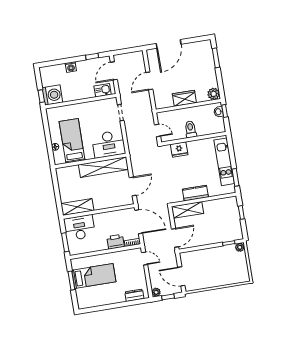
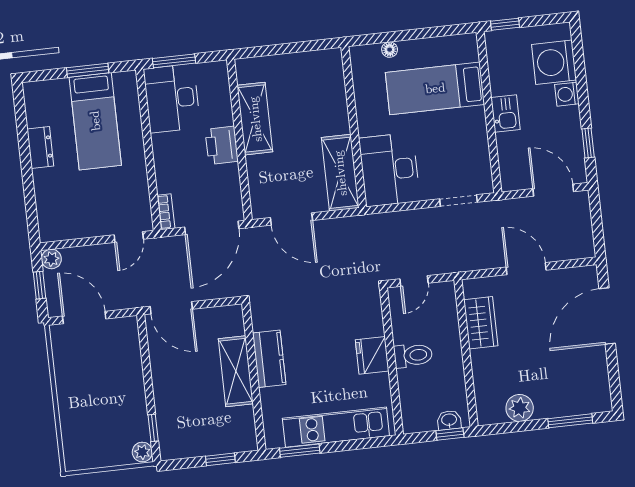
door: (169, 44) -> (607, 316), hinge flipped
kitchen sink: (103, 90) -> (506, 114), moved
plant: (214, 94) -> (520, 408), moved
washing machine: (52, 95) -> (554, 62), moved, turned 90
wardrobe: (184, 98) -> (481, 323), moved
bed: (72, 141) -> (435, 88), moved, turned 180
fridge: (179, 149) -> (372, 355), moved
shelving: (103, 167) -> (340, 173), width x0.68
shelving: (77, 207) -> (255, 119), moved
shelving: (188, 210) -> (236, 371), moved
desk: (79, 228) -> (172, 98), moved, turned 180
printer: (116, 242) -> (222, 145), moved, turned 180
door: (181, 276) -> (84, 317), hinge flipped
dresser: (134, 295) -> (40, 147), moved

